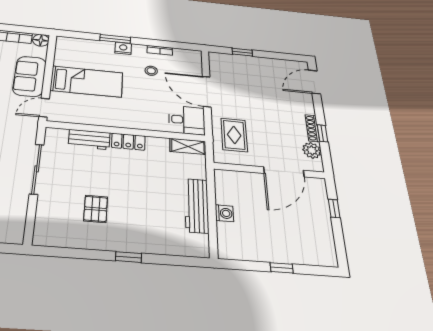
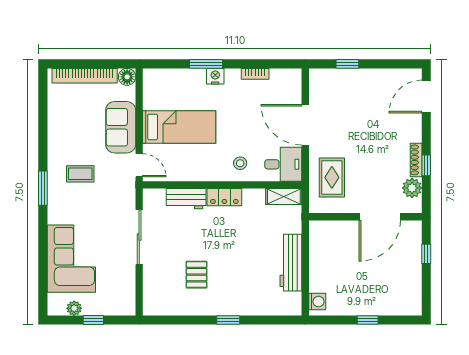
stool: (151, 71) -> (240, 163), moved
door: (44, 108) -> (139, 165), swing flipped
washing machine: (224, 213) -> (317, 302), moved

